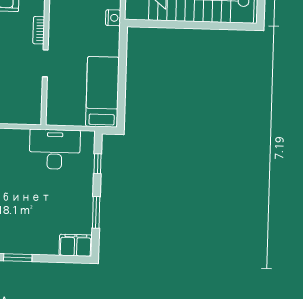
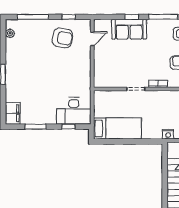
desk: (55, 149) -> (74, 111), moved, turned 90

